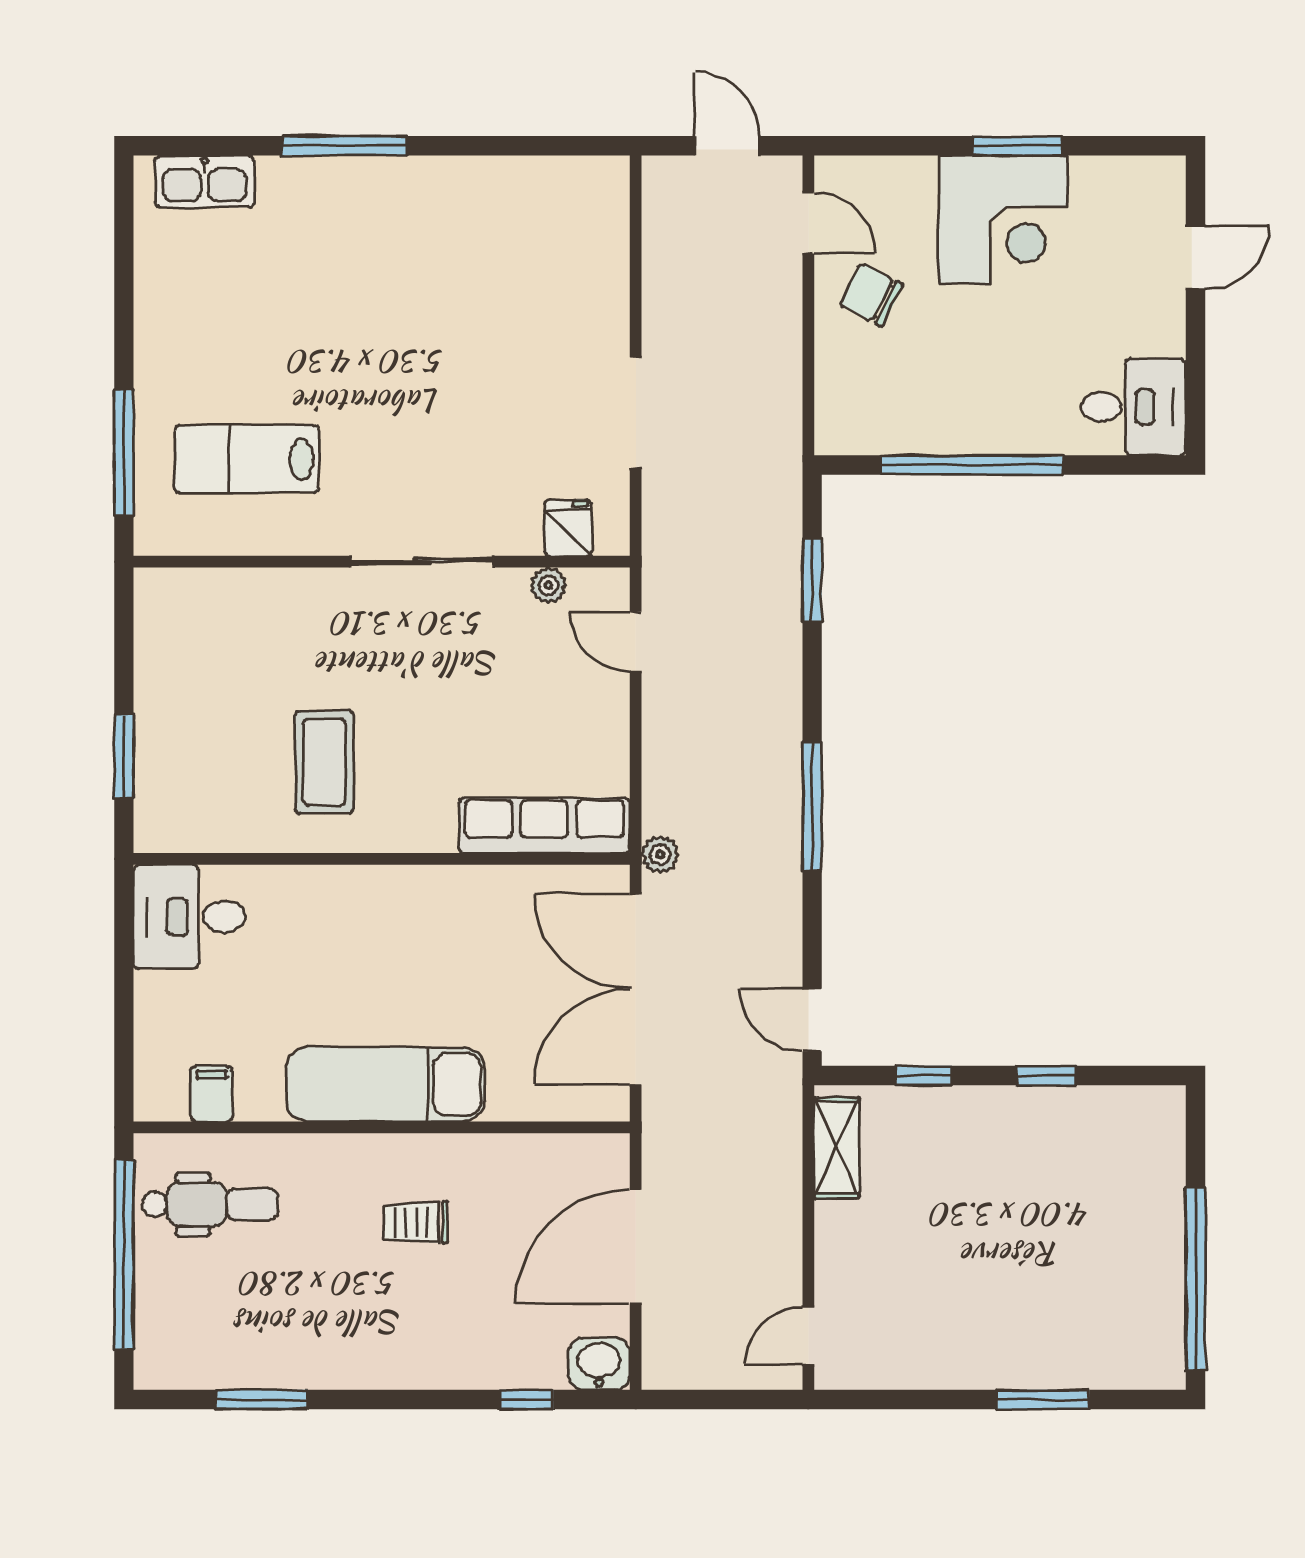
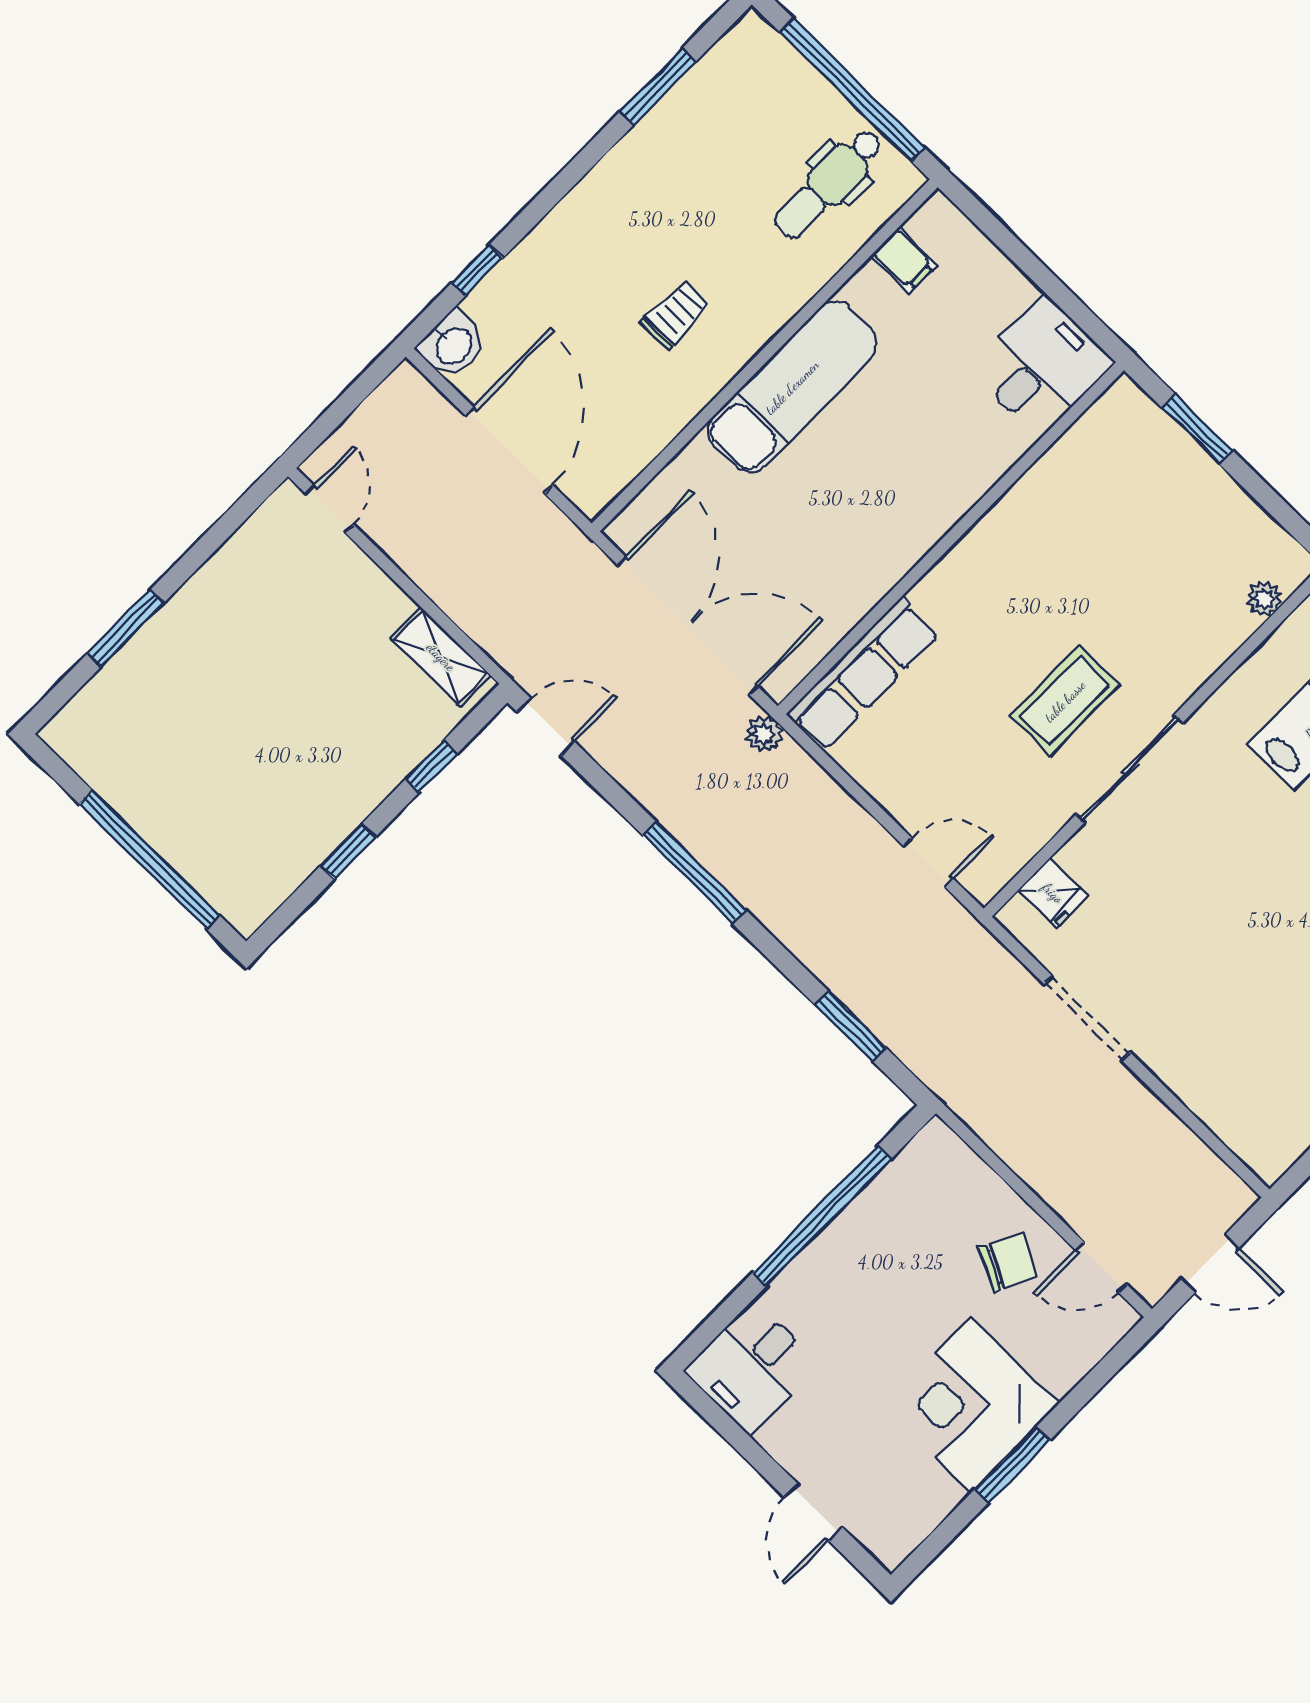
plant: (549, 585) -> (1264, 599), moved
coffee table: (324, 762) -> (1065, 701), moved, turned 90
window: (1196, 1279) -> (149, 860), moved

